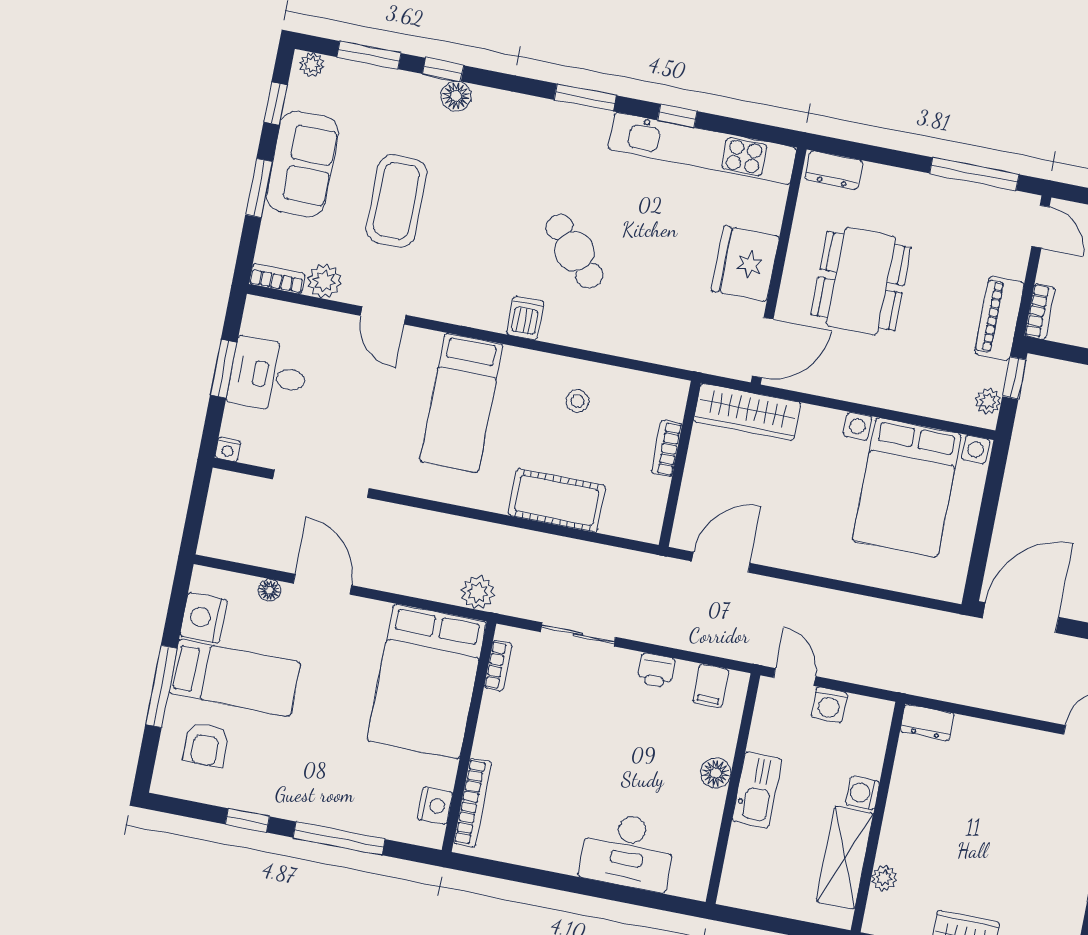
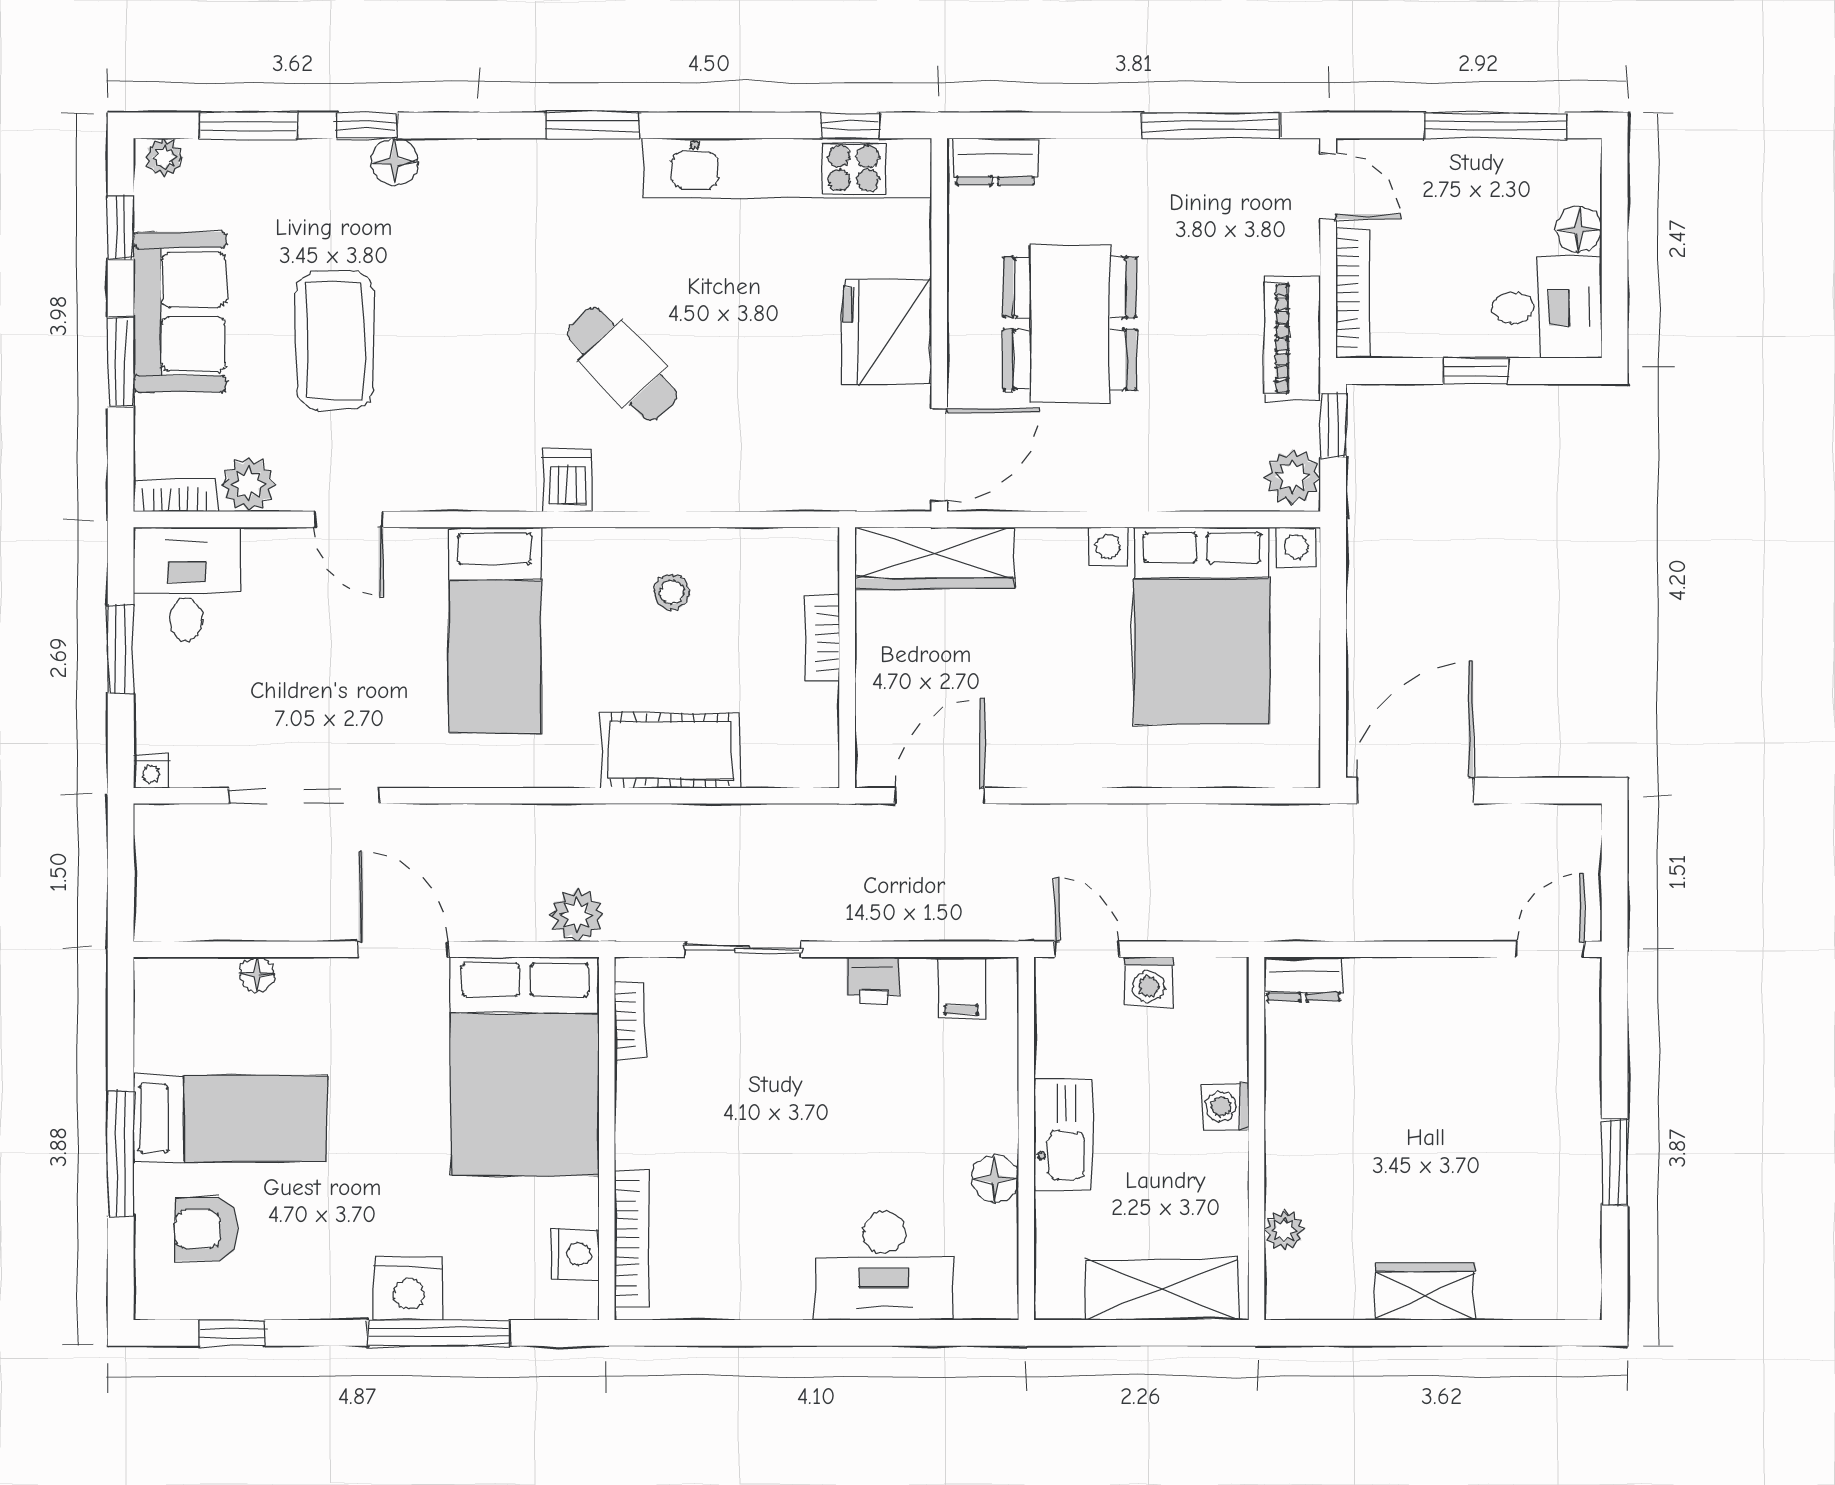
window: (677, 116) -> (850, 125), moved
bookcase: (1040, 312) -> (1353, 293), width x1.56
desk: (268, 375) -> (187, 584), moved, turned 90
plant: (988, 401) -> (1293, 477), width x1.38, depth x1.38
door: (322, 584) -> (404, 949), moved
nightstand: (204, 618) -> (409, 1289), moved, turned -90
armchair: (206, 745) -> (206, 1229), turned 90
floor lamp: (716, 773) -> (995, 1179), moved
window: (247, 820) -> (232, 1333), moved
shelving: (845, 858) -> (1161, 1289), moved, turned 90

